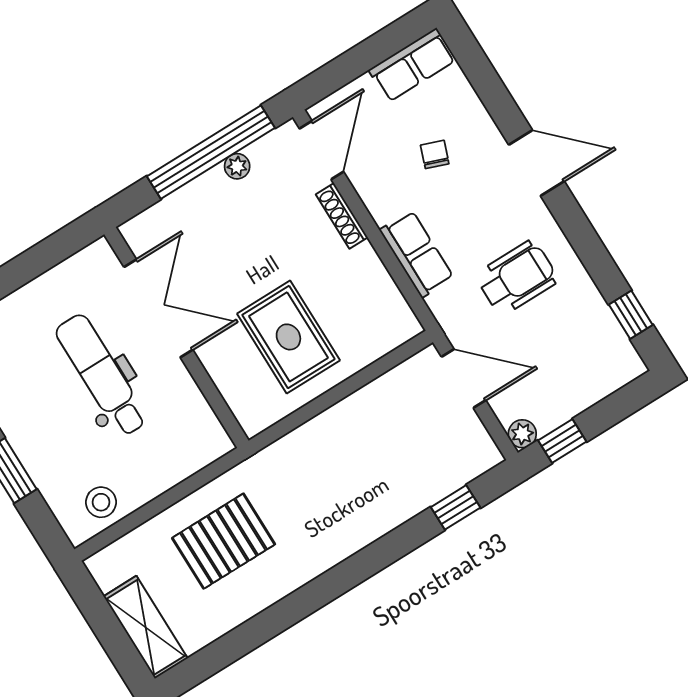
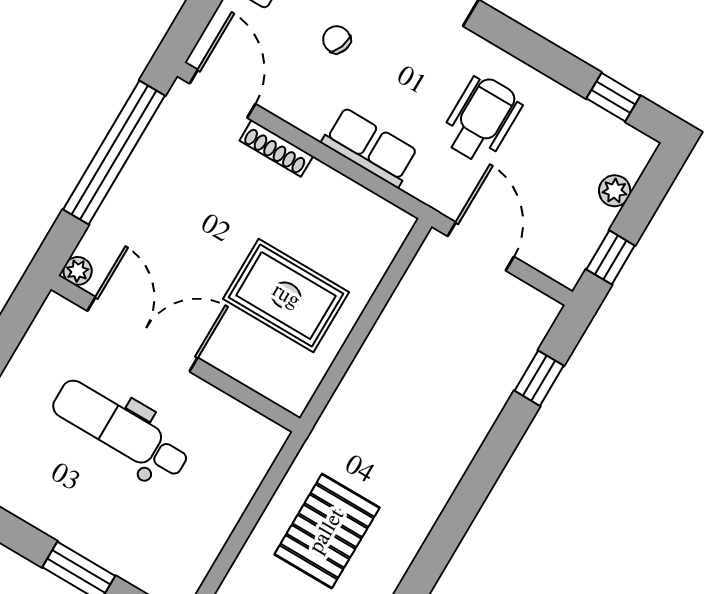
plant: (237, 166) -> (78, 271), moved
door: (464, 379) -> (481, 246), hinge flipped
plant: (522, 434) -> (615, 191), moved
stool: (101, 502) -> (186, 556), removed

